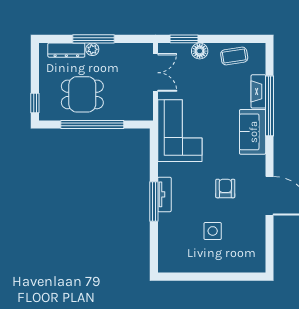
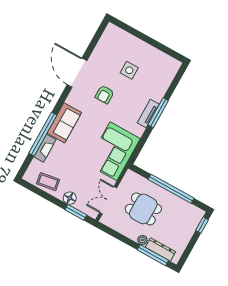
window: (93, 39) -> (153, 255), moved
dining table: (82, 94) -> (143, 209), moved

